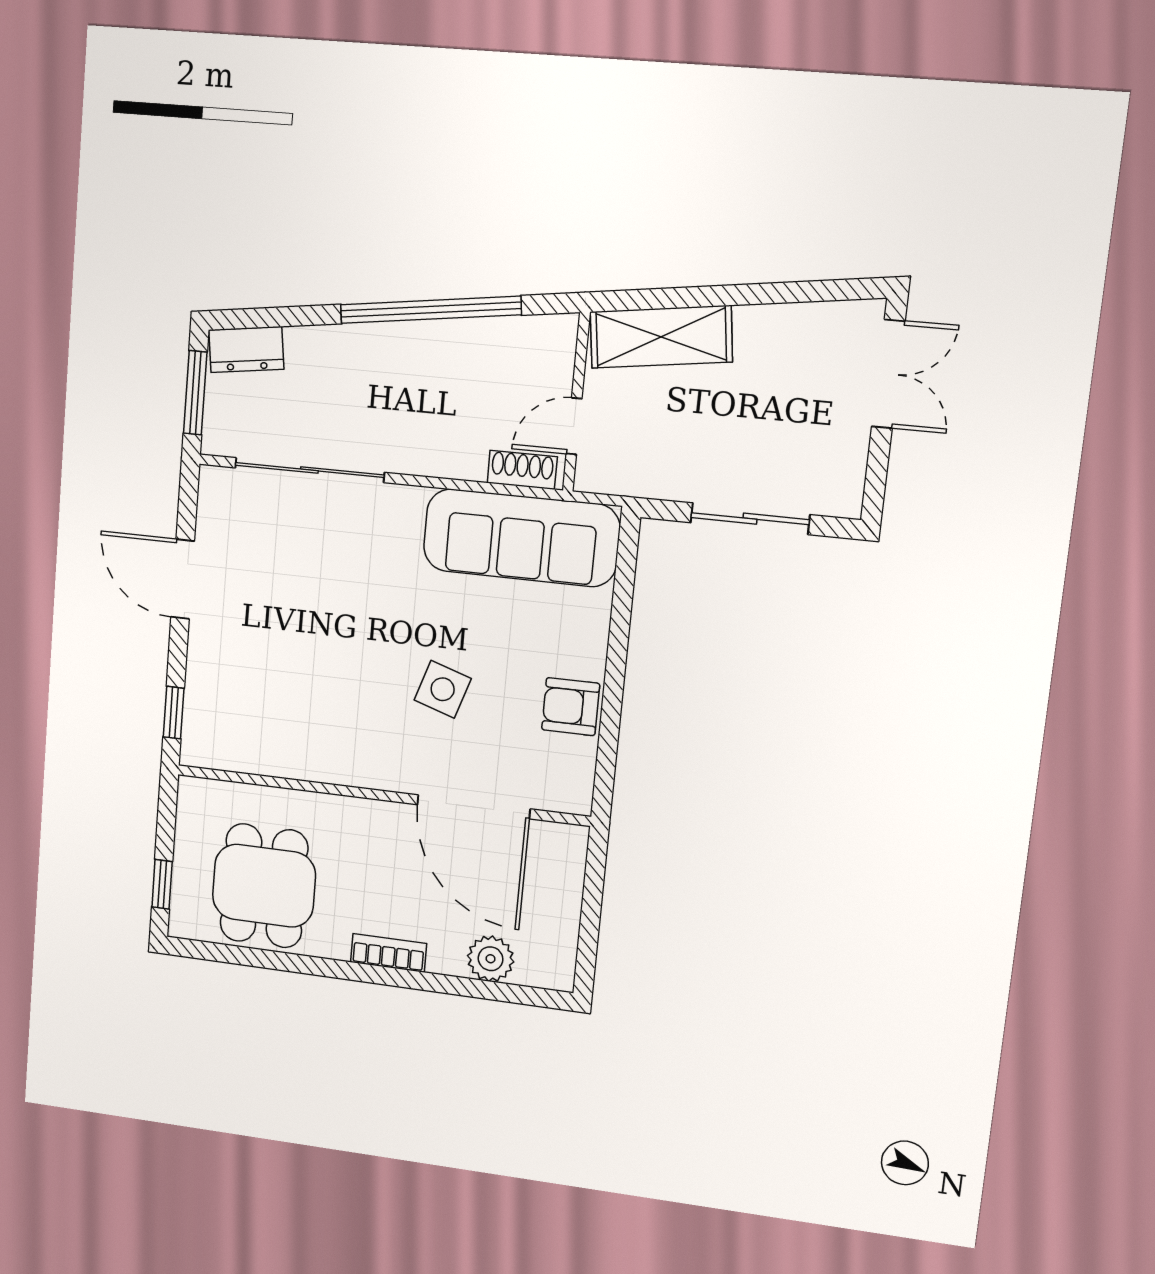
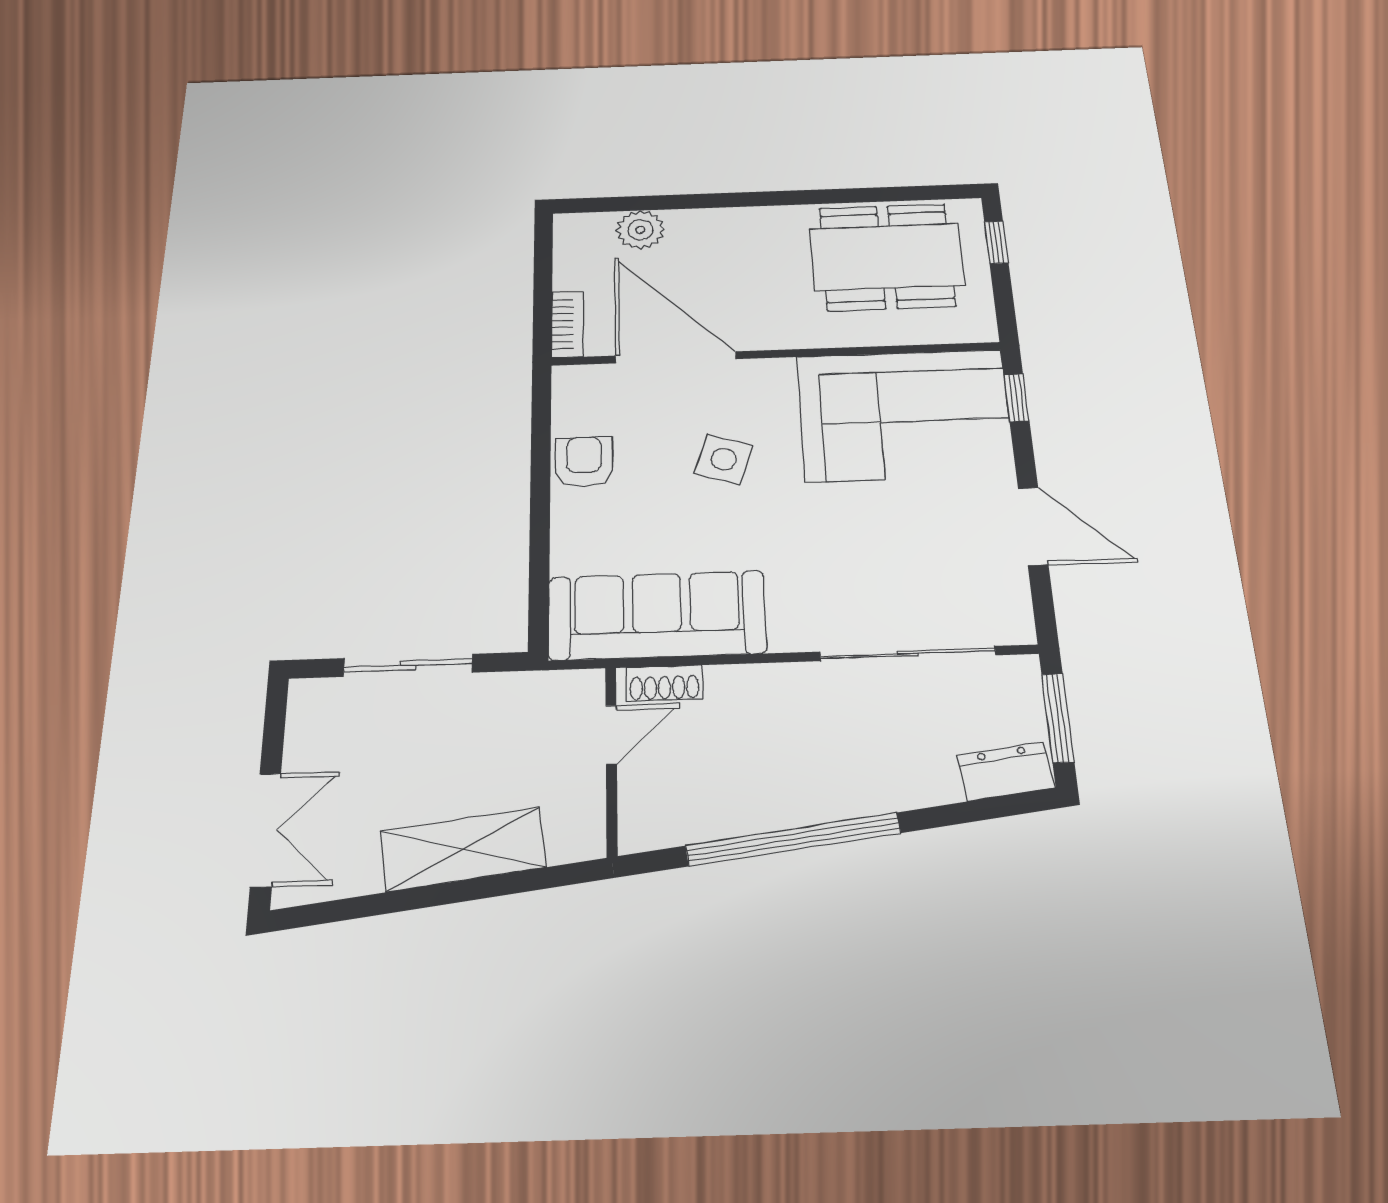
shelving: (661, 337) -> (463, 849), moved
double door: (888, 374) -> (266, 830), swing flipped
armchair: (571, 707) -> (584, 462), turned -90
corner sofa: (275, 710) -> (905, 415), added
dining table: (264, 886) -> (887, 257), width x1.38
bookcase: (388, 953) -> (568, 324), moved, turned -90

